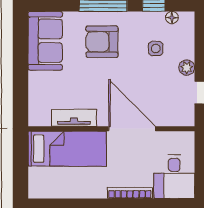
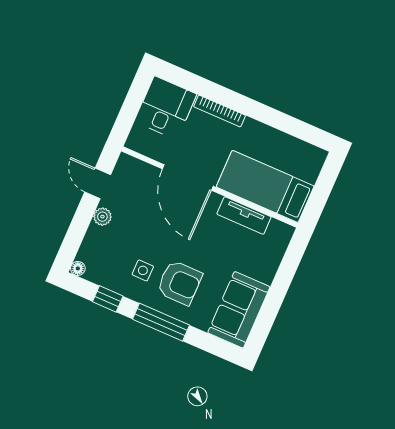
floor lamp: (172, 18) -> (78, 268), moved
side table: (156, 48) -> (143, 270), moved

